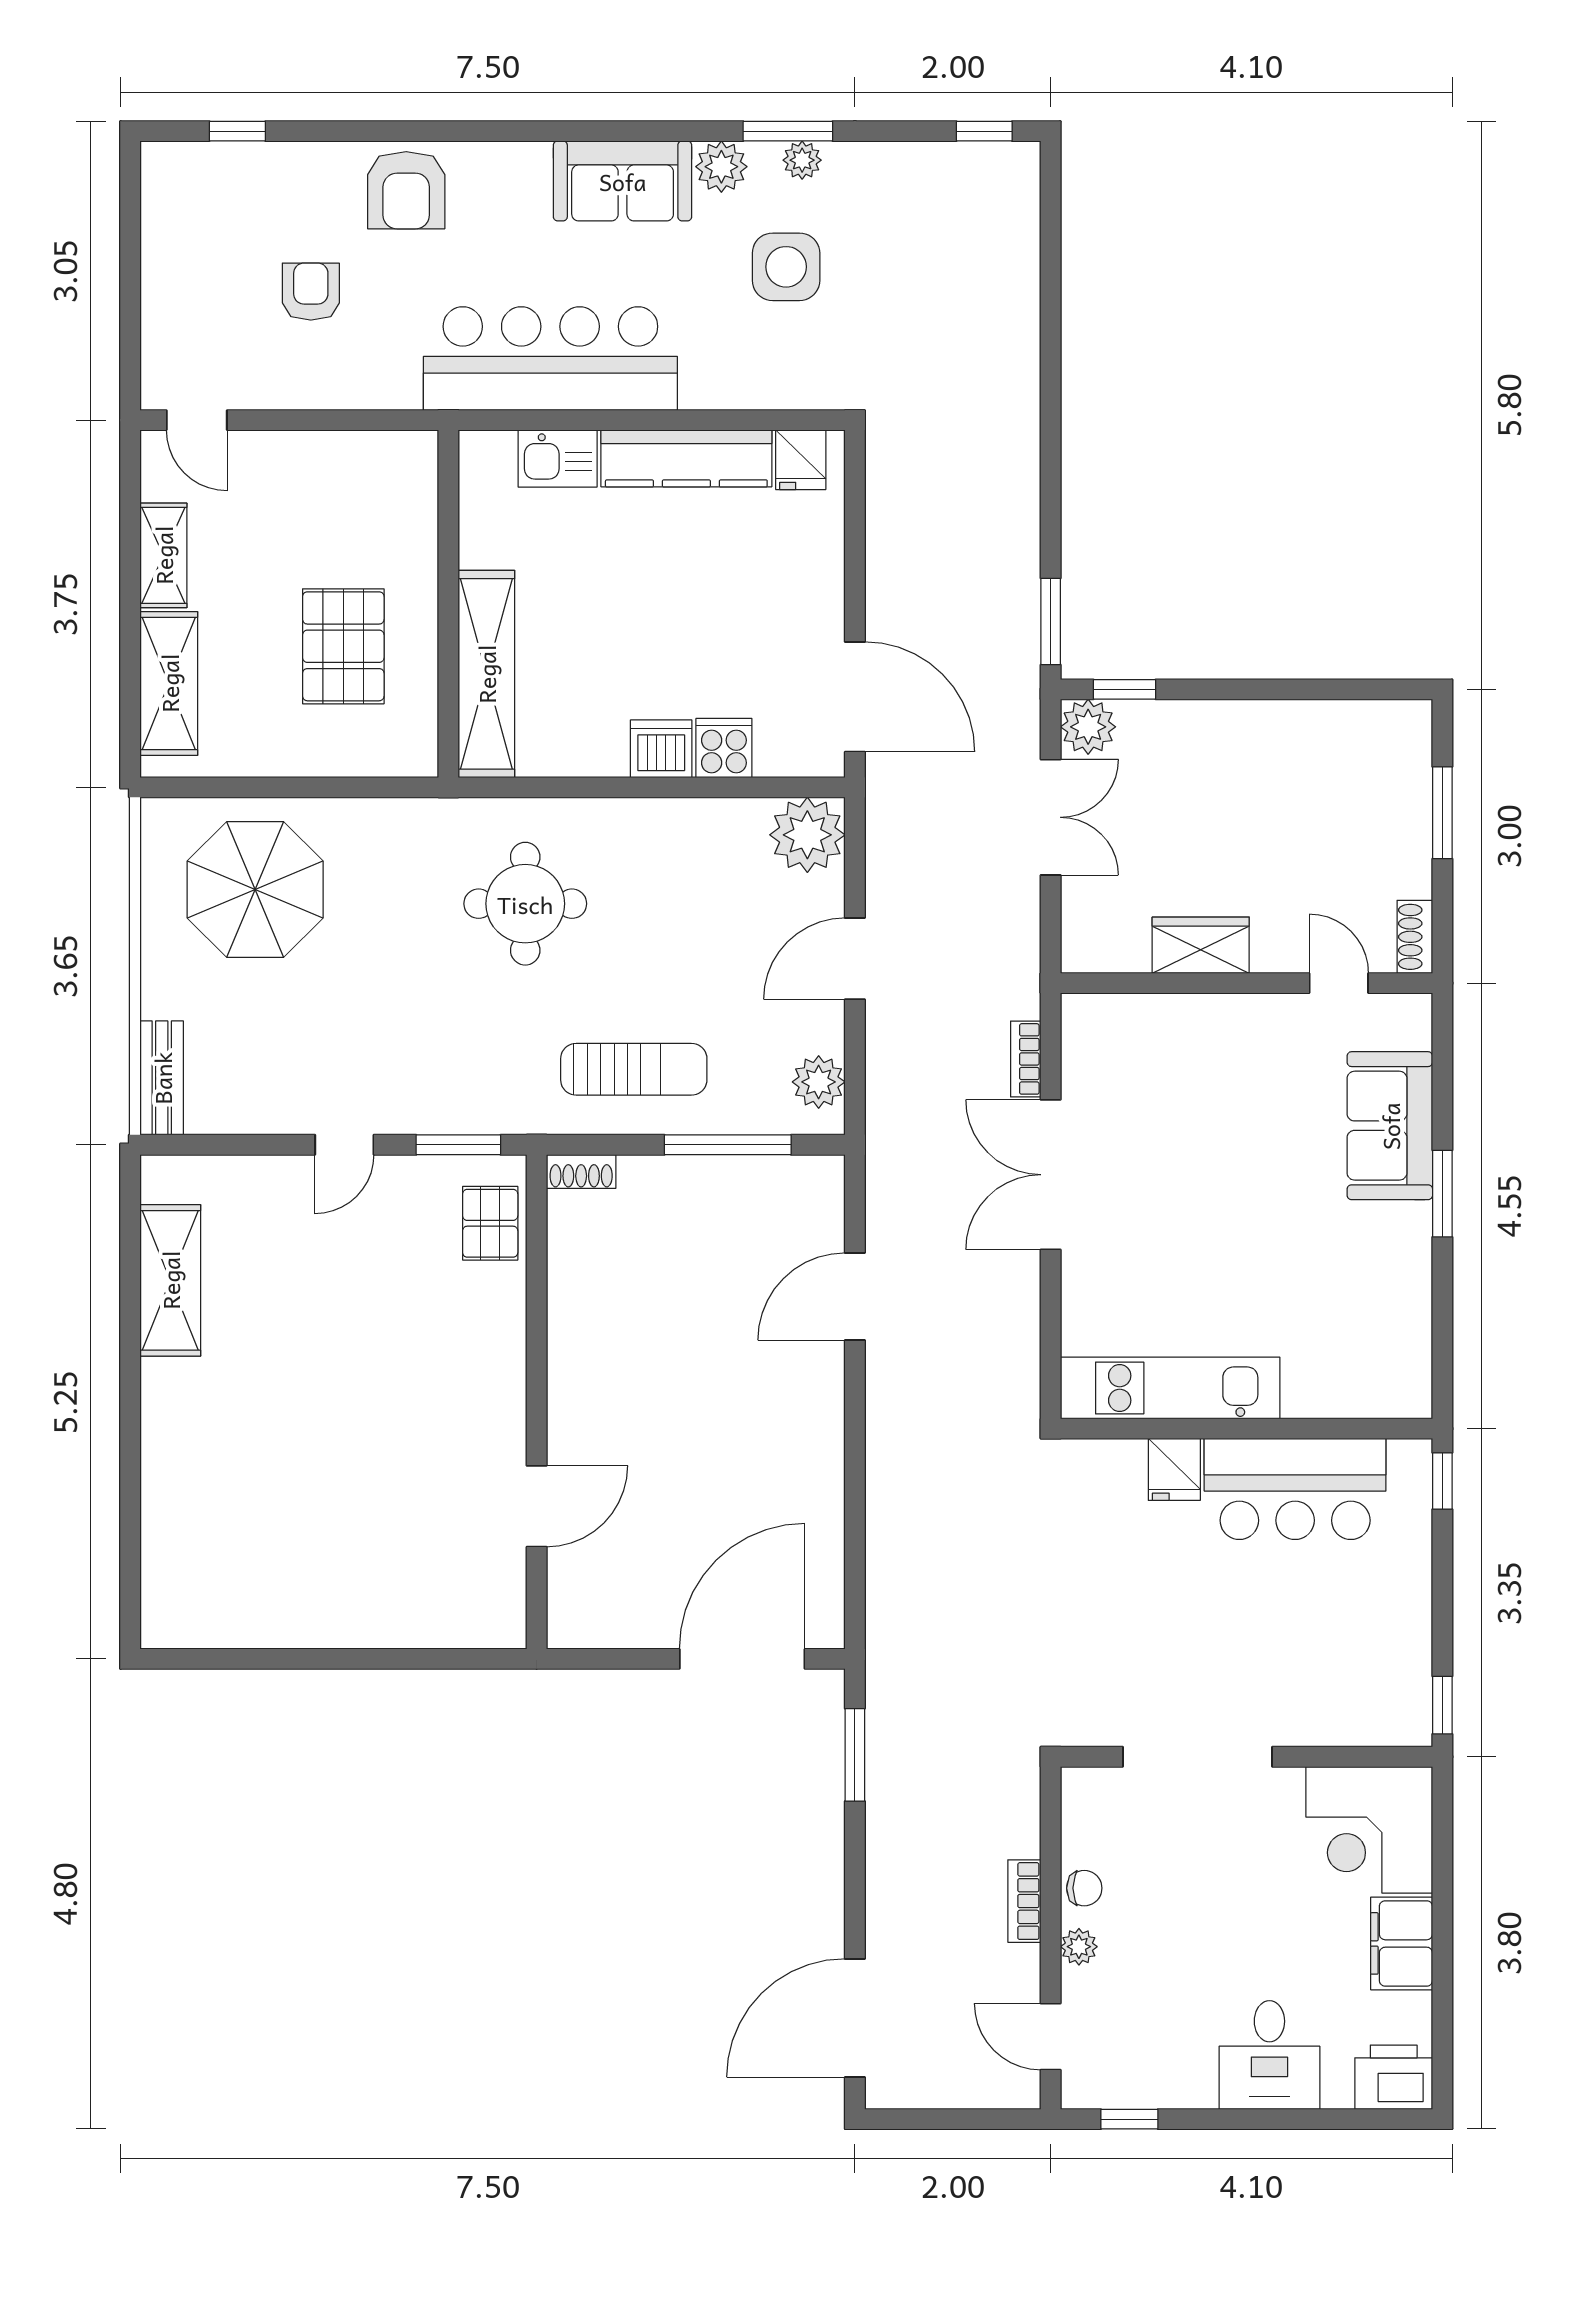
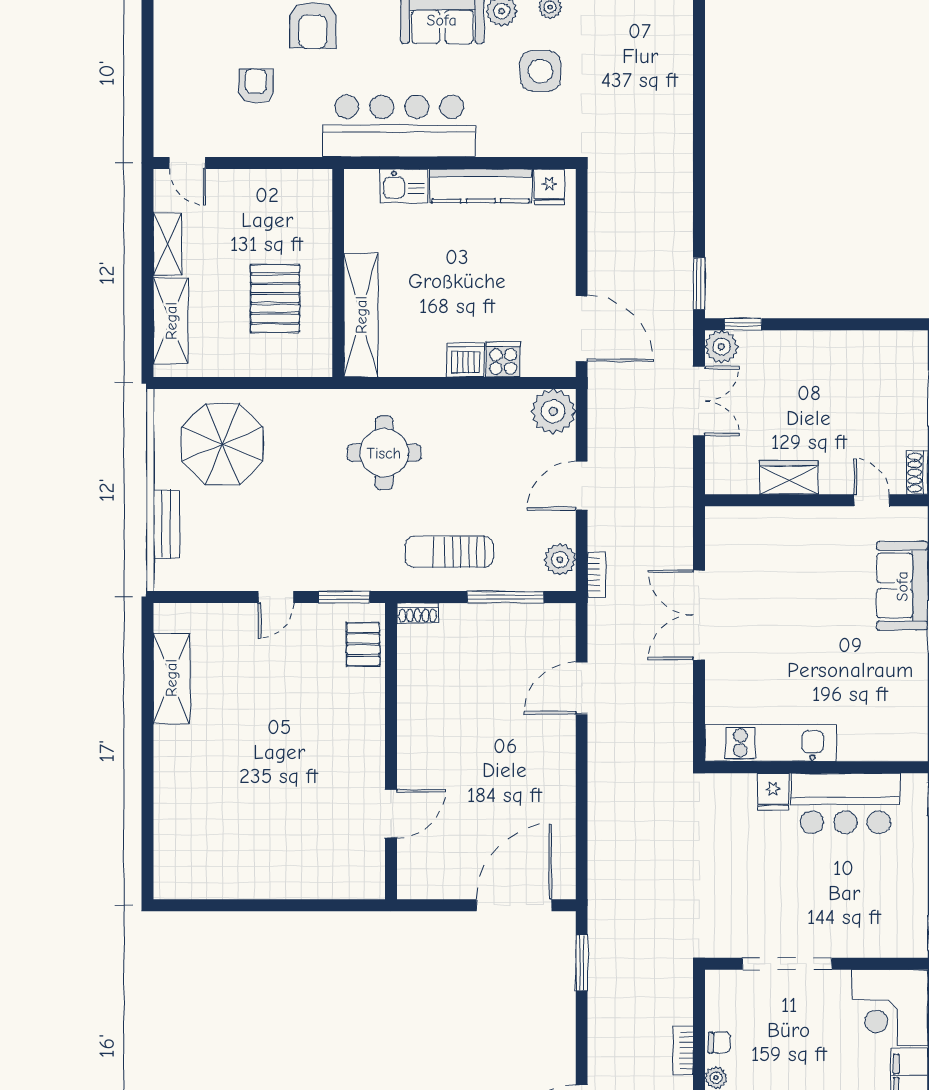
bookcase: (1026, 1059) -> (597, 574), moved, turned 180
sun lounger: (634, 1069) -> (449, 552), turned 180
bench: (162, 1078) -> (166, 524), moved

